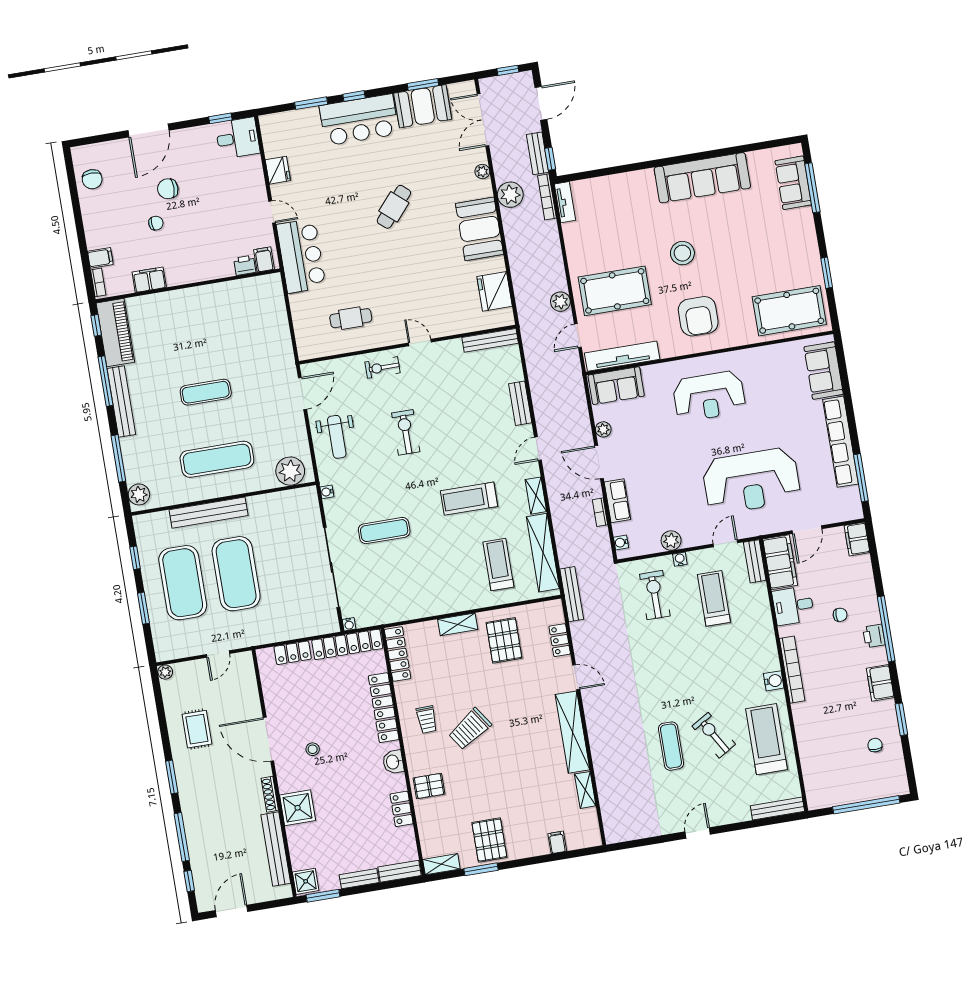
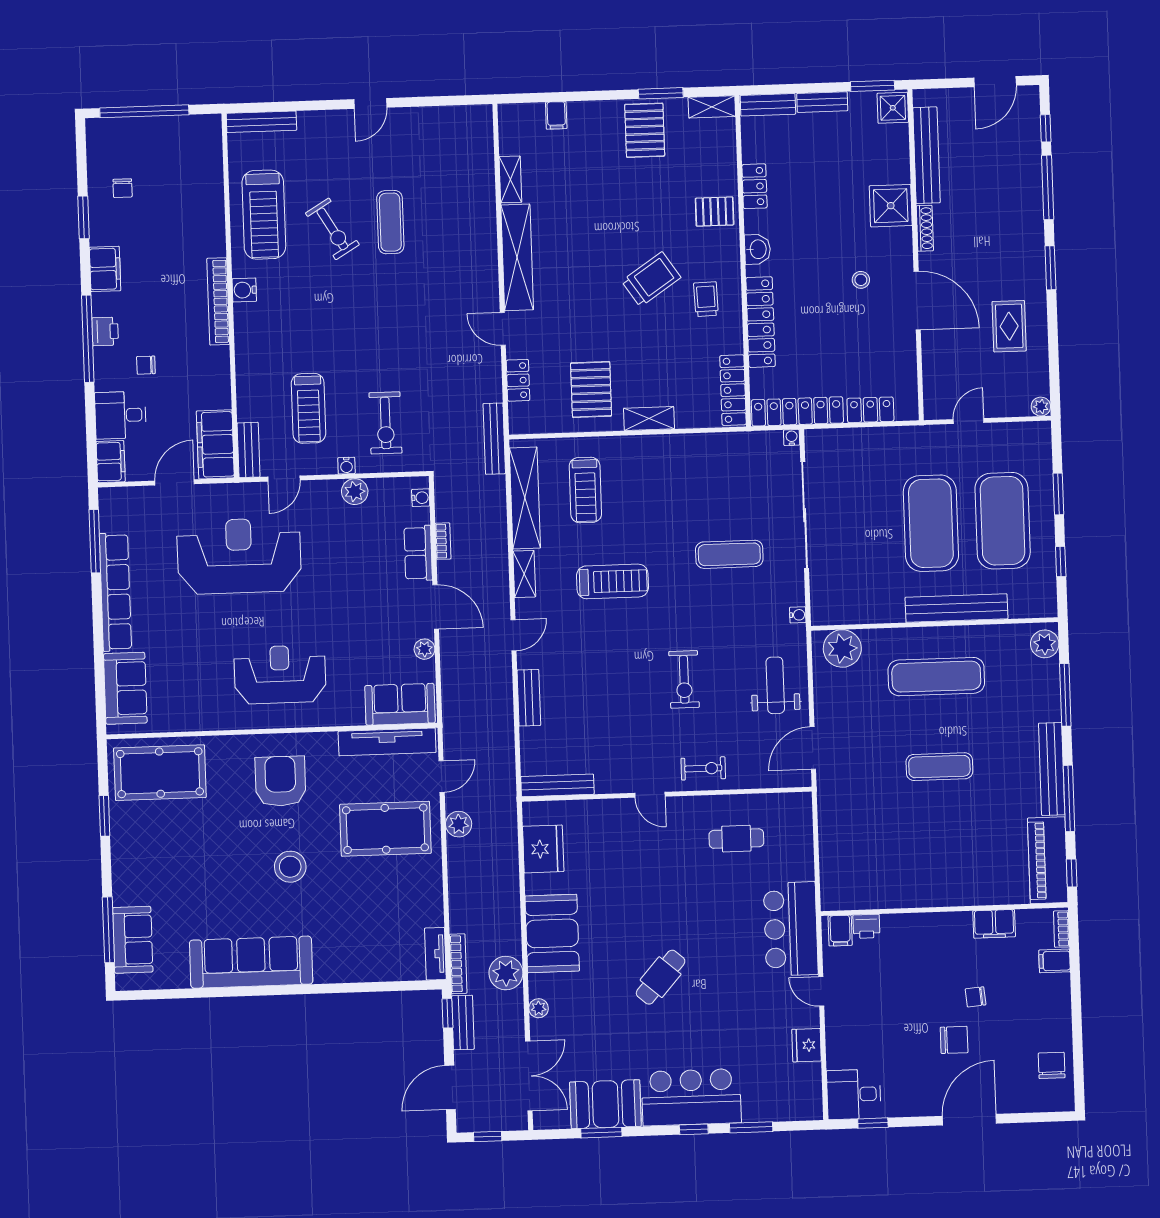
desk: (793, 606) -> (120, 415), moved, turned 180

